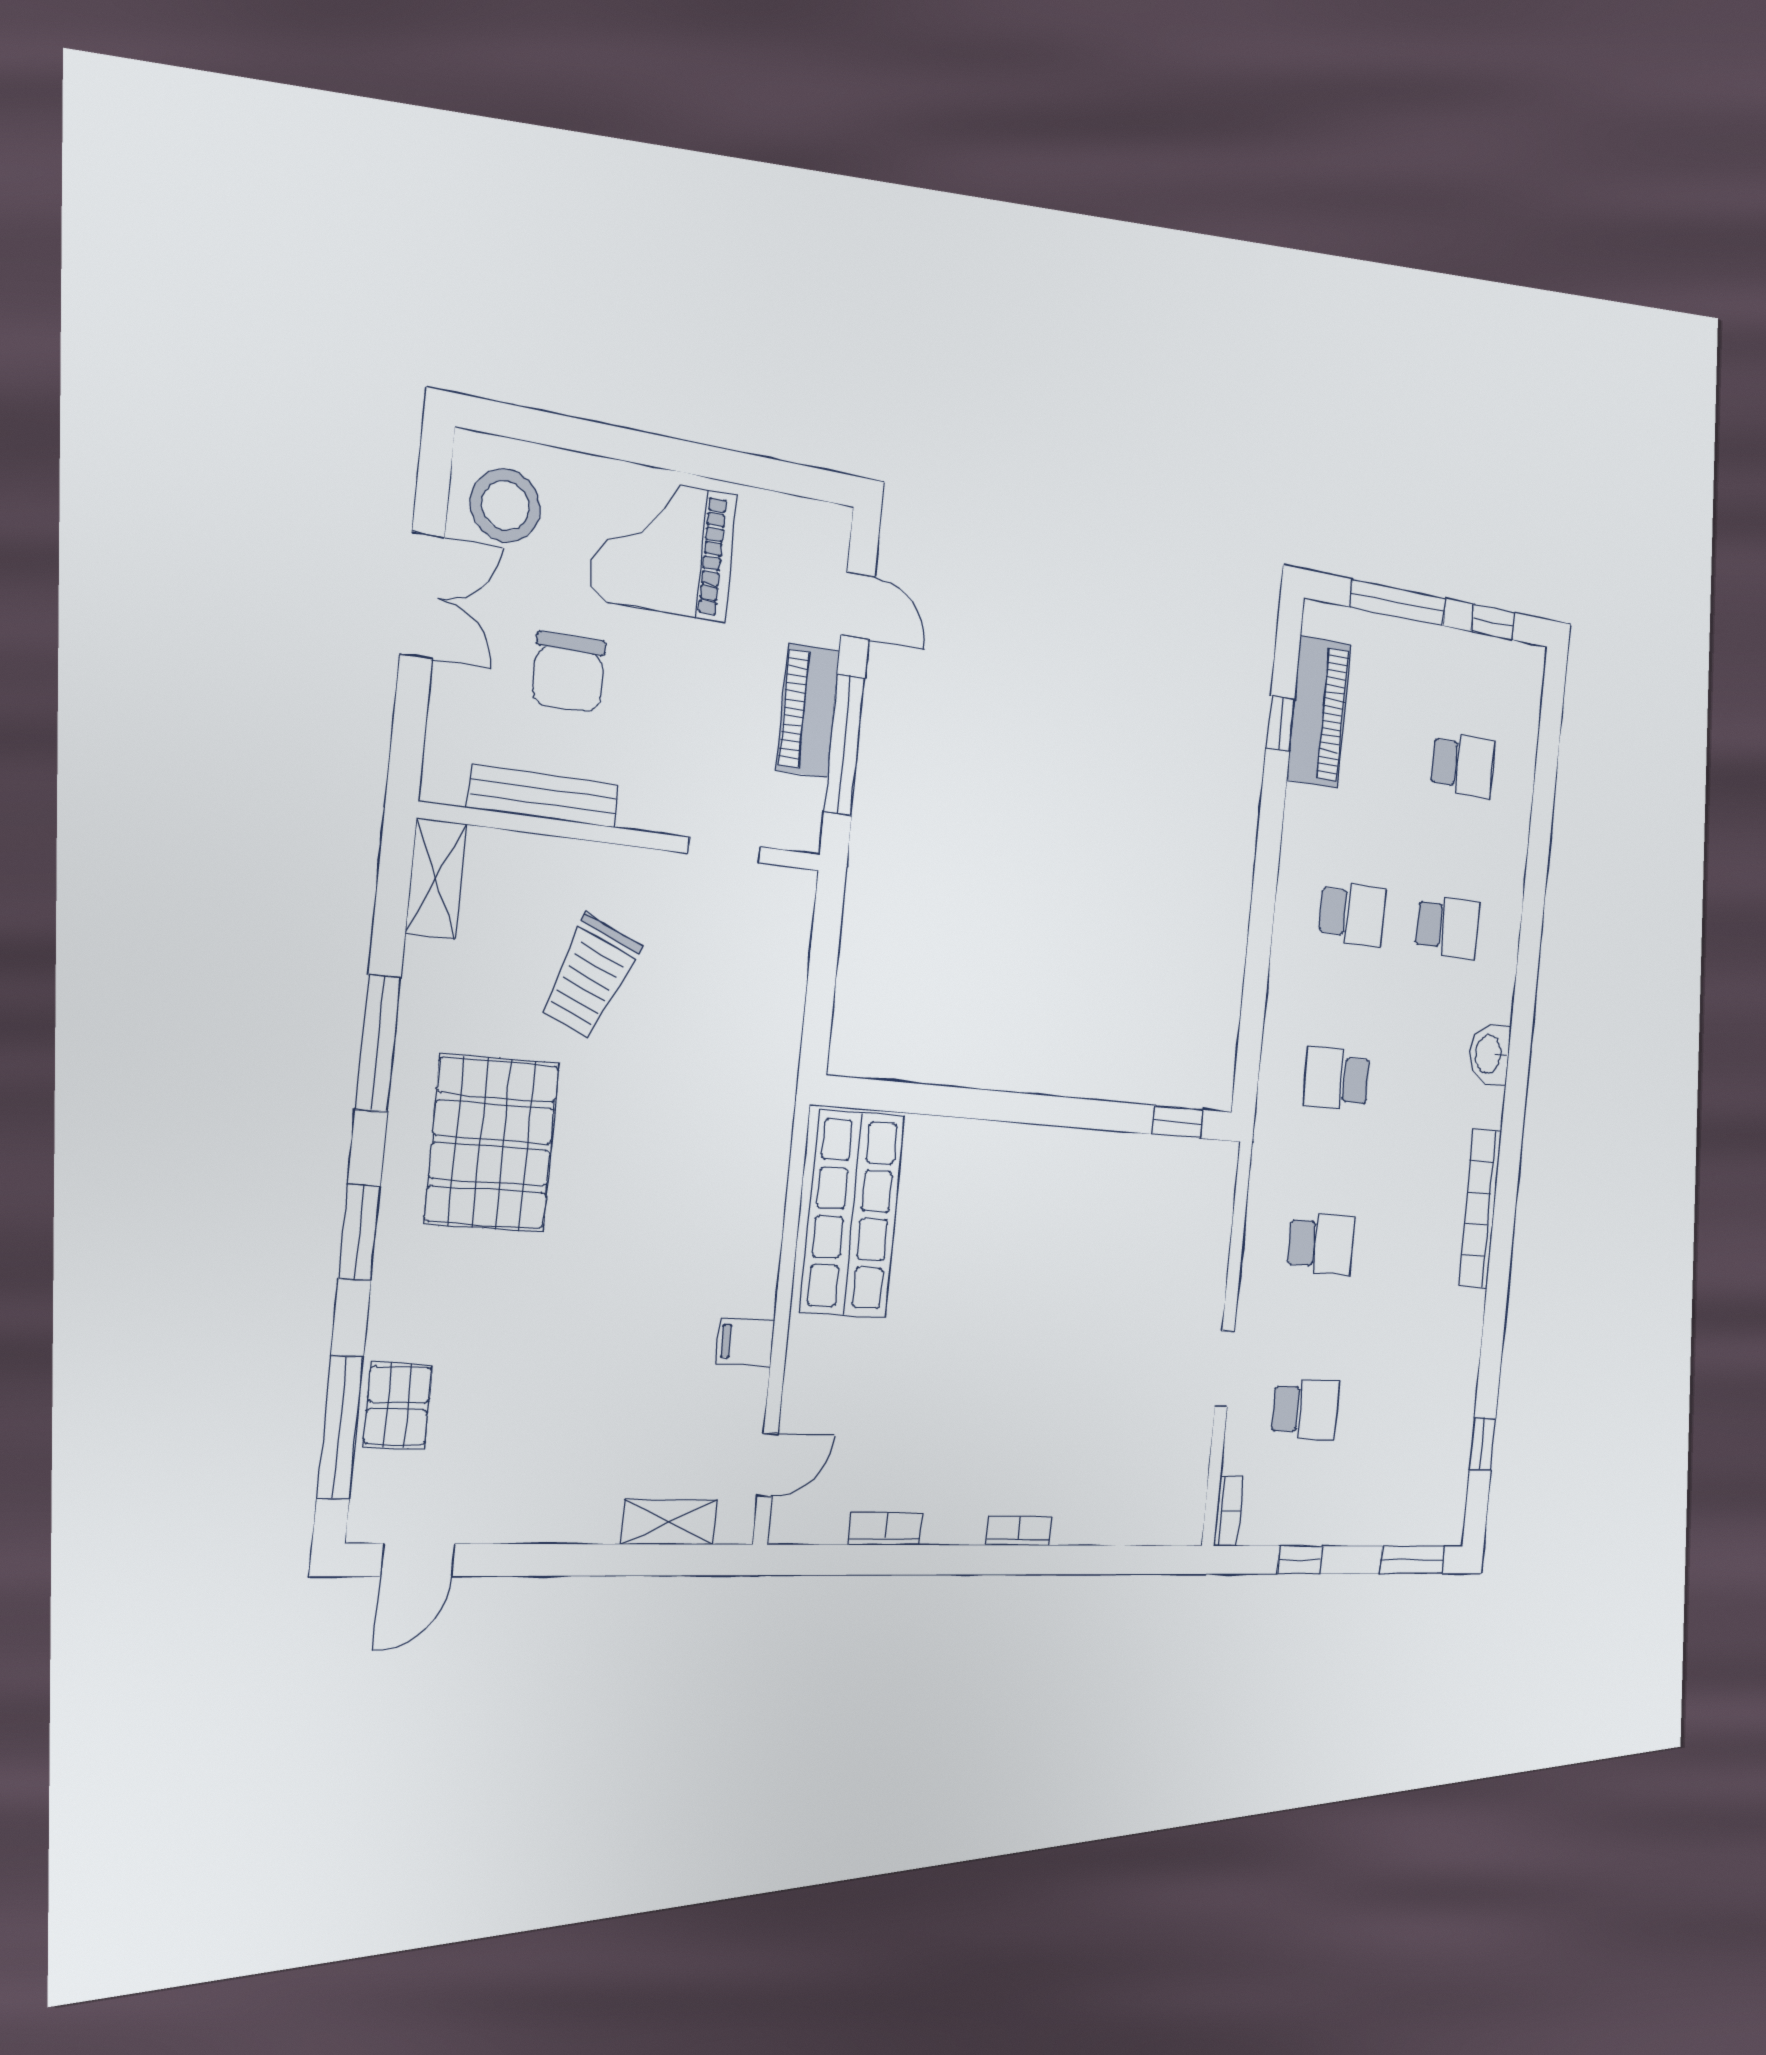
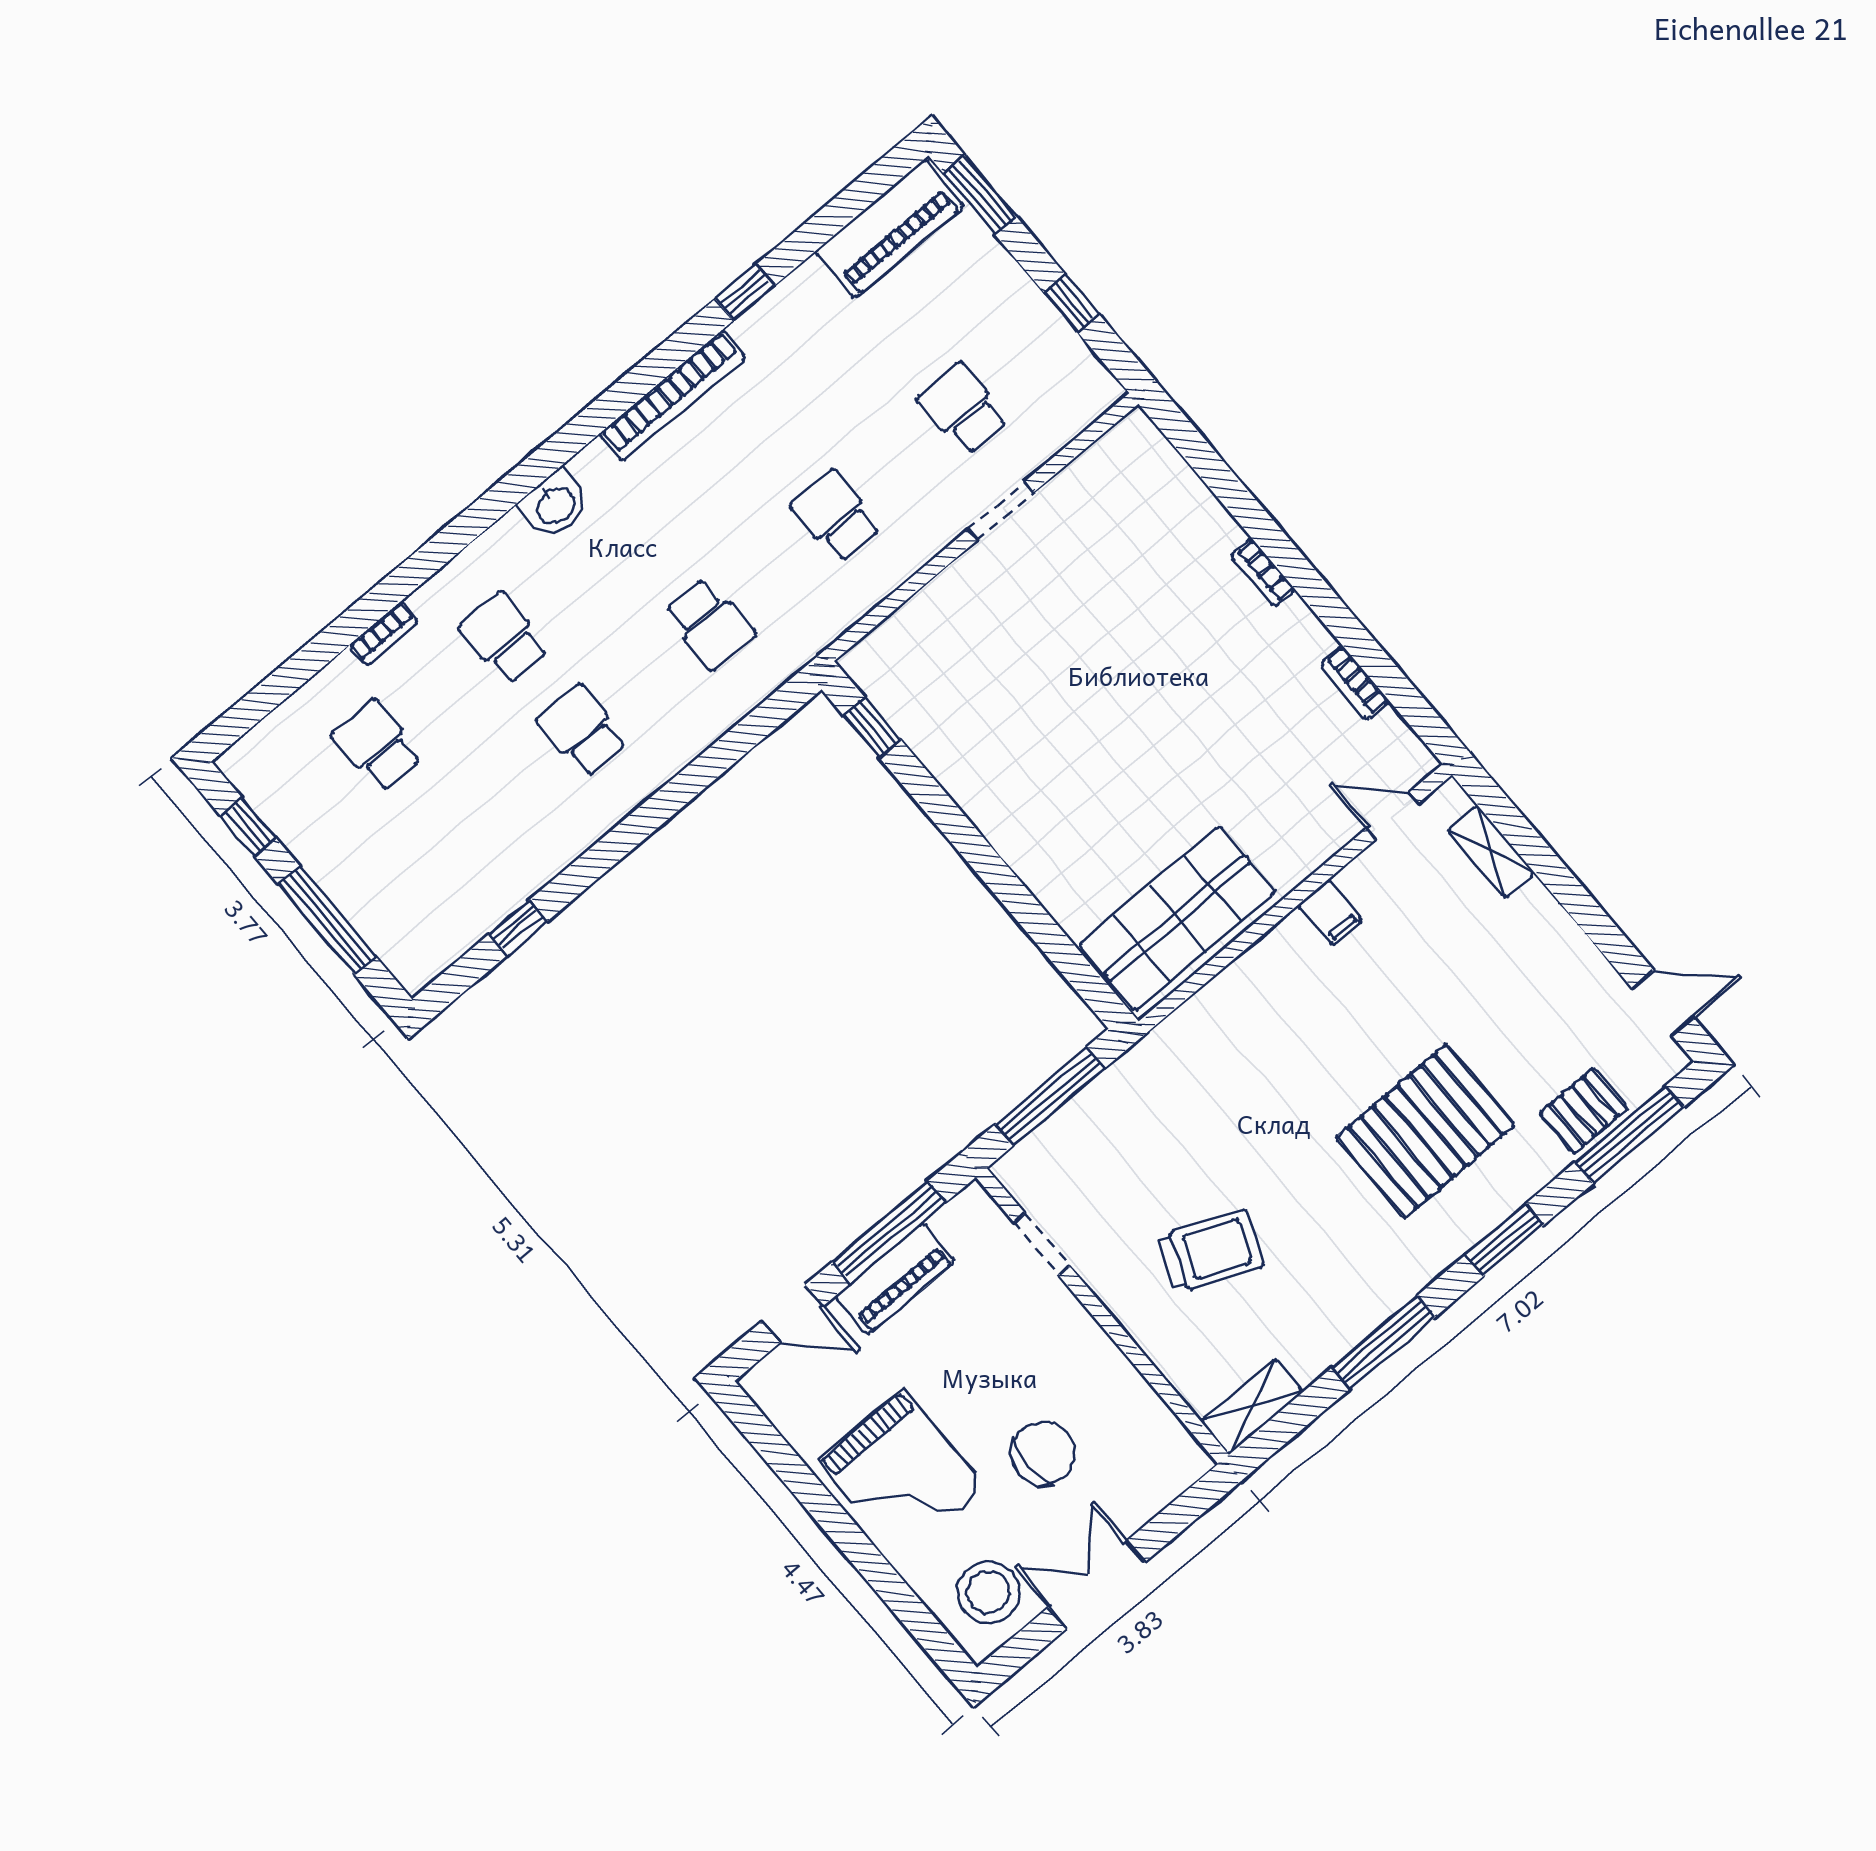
door: (858, 606) -> (793, 1314), swing flipped
piano: (1319, 712) -> (890, 229), moved, turned 180
bench: (543, 796) -> (1134, 1392), removed
window: (822, 977) -> (1050, 1096), added
pallet: (492, 1143) -> (1425, 1131), moved
window: (1483, 1444) -> (745, 292), moved
bookcase: (1228, 1511) -> (384, 634), moved, turned 180

